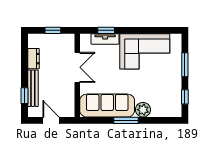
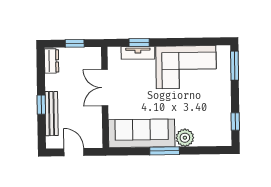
dresser: (33, 59) -> (52, 61), moved
window: (185, 65) -> (235, 66), moved
double door: (77, 67) -> (105, 88), swing flipped
window: (24, 96) -> (41, 105), moved

